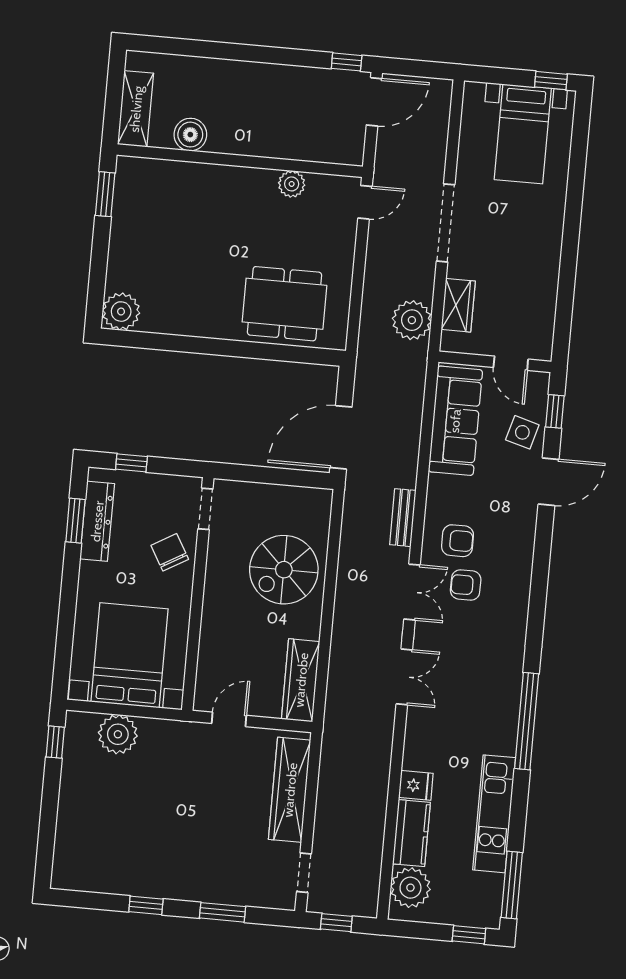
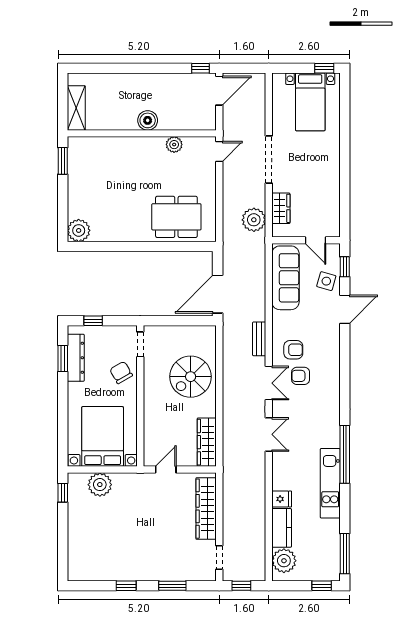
boiler: (190, 135) -> (148, 120), moved
kitchen unit: (494, 814) -> (330, 483), moved

